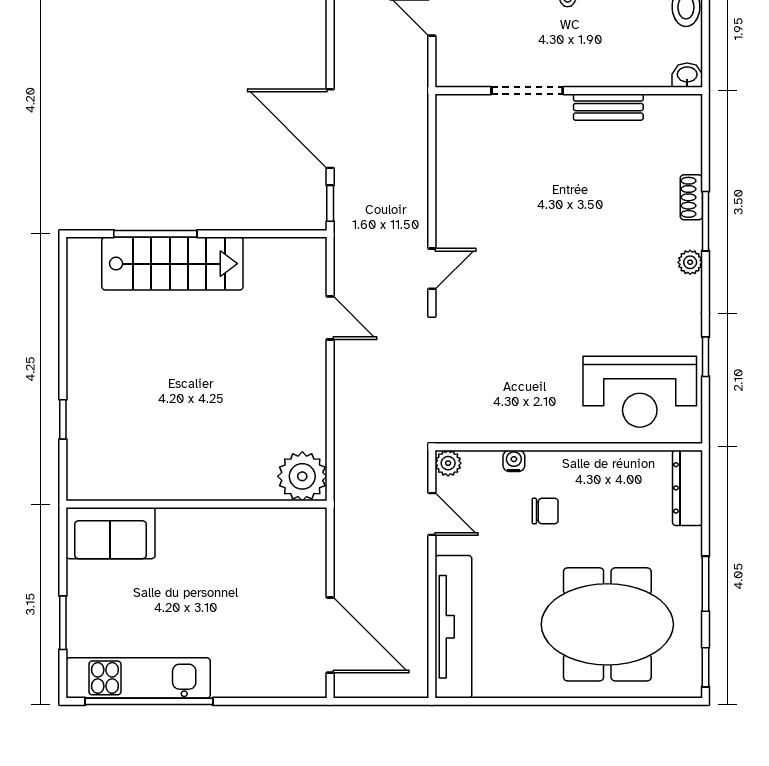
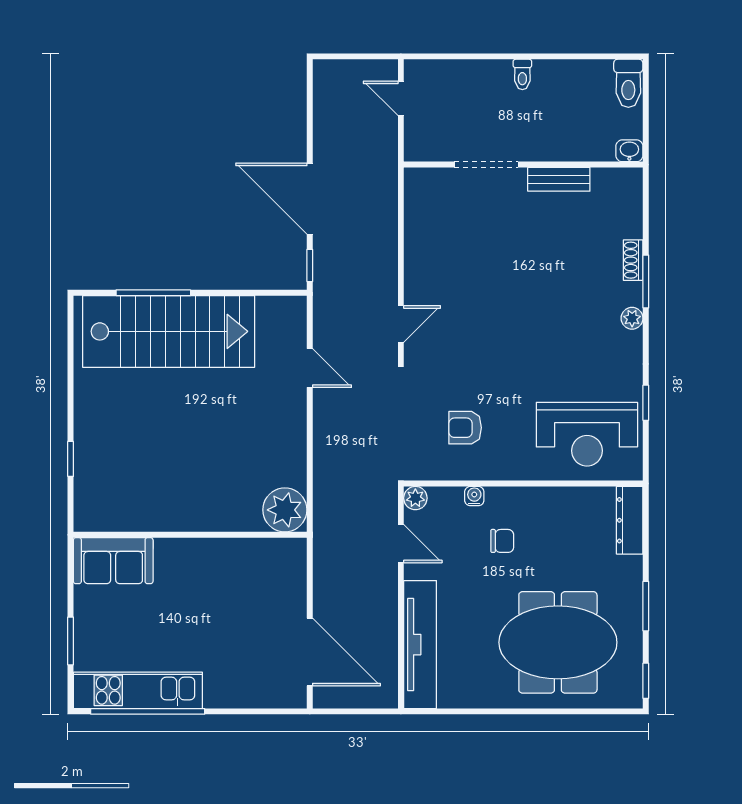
stairs: (172, 264) -> (169, 331), width x1.36, depth x1.51
armchair: (504, 385) -> (465, 428), added

